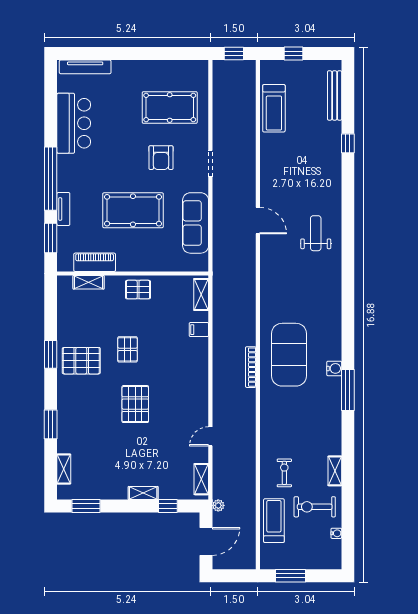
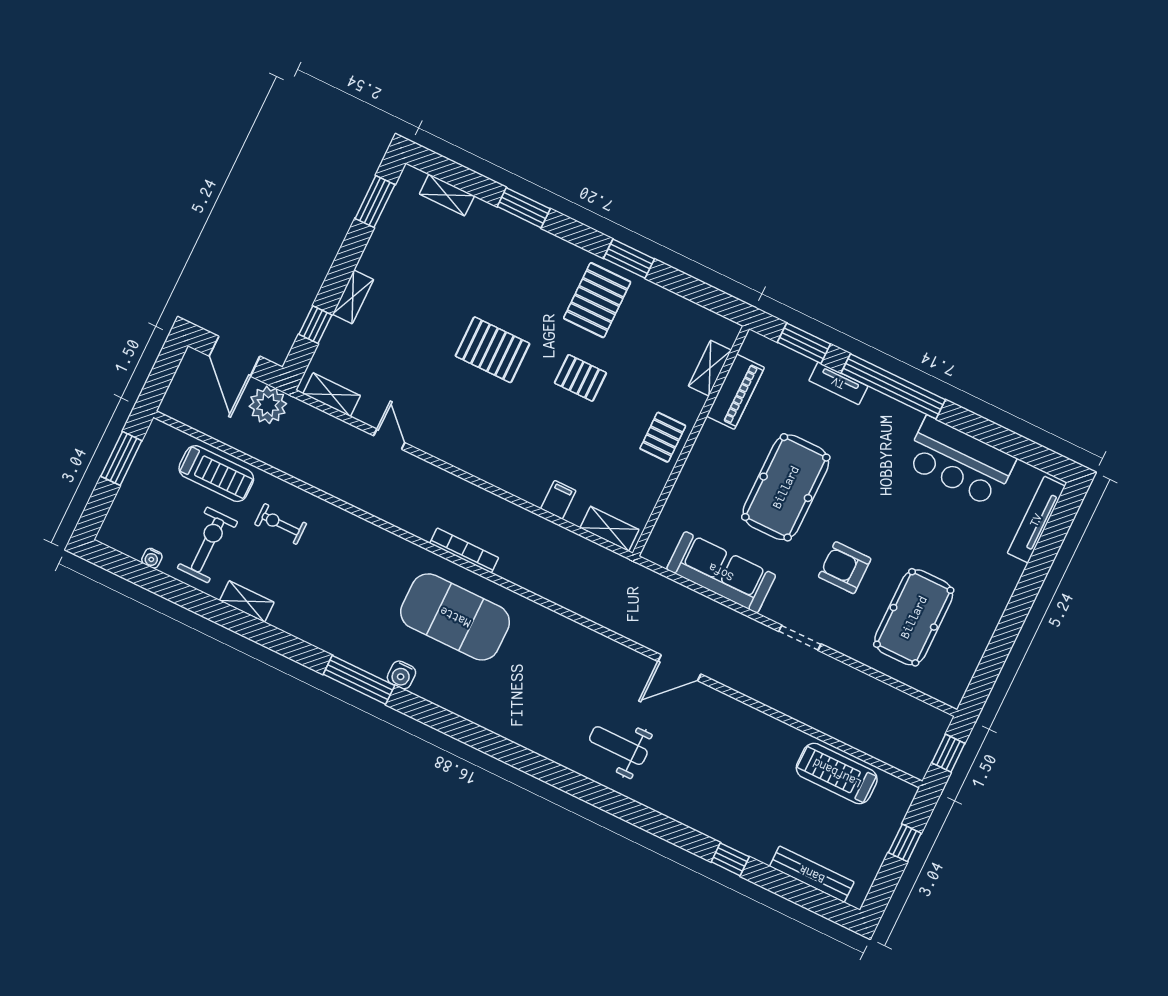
weight bench: (316, 233) -> (618, 746), turned 180
exercise bike: (284, 473) -> (281, 524), turned 180
plant: (218, 505) -> (268, 405), width x1.88, depth x1.88

